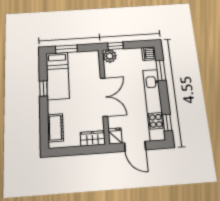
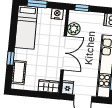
nightstand: (90, 56) -> (57, 14), added
plant: (110, 56) -> (74, 29), moved
window: (43, 89) -> (11, 58), moved

